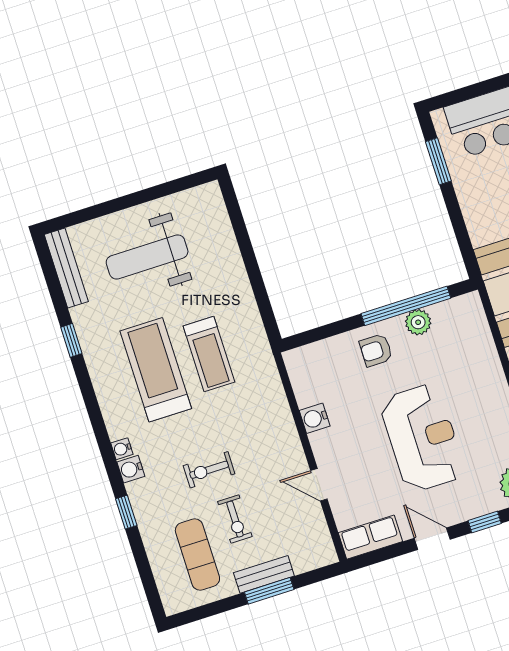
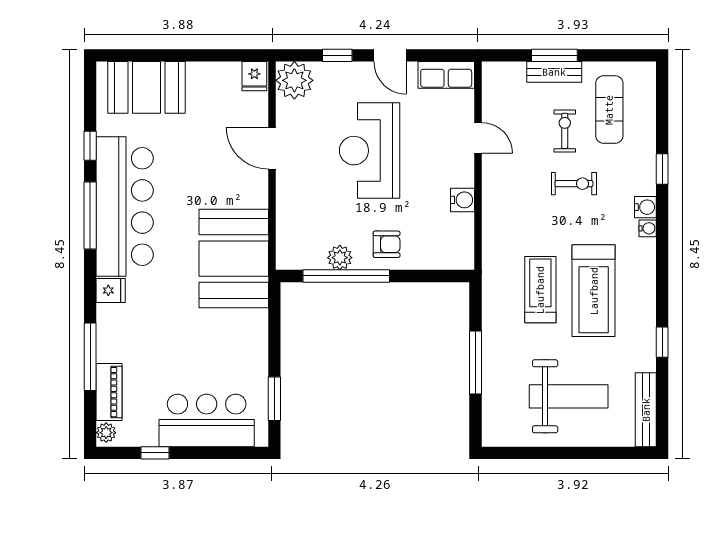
window: (250, 261) -> (476, 363), added

